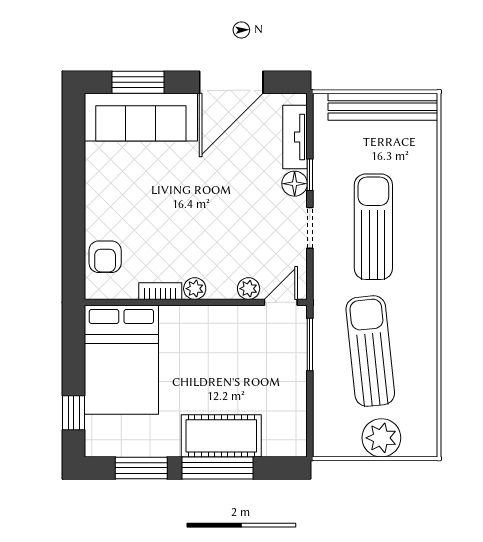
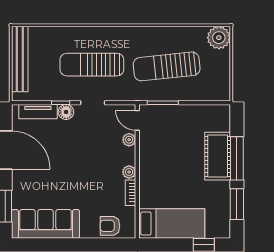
sofa: (141, 117) -> (46, 224), moved, turned -90
armchair: (105, 257) -> (110, 226), turned 180
bed: (121, 360) -> (172, 223), width x0.67
plant: (381, 438) -> (219, 38), moved

